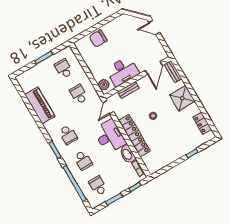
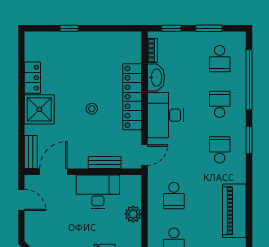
door: (154, 28) -> (21, 200), moved
plant: (104, 85) -> (133, 214), moved
locker: (202, 123) -> (32, 78), moved

